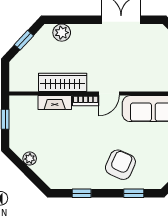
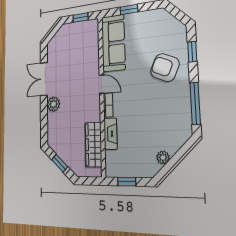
plant: (62, 33) -> (53, 104), moved
wardrobe: (63, 82) -> (93, 145), moved
window: (82, 193) -> (195, 103), width x2.17

